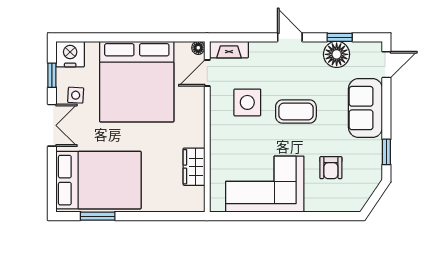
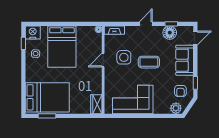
door: (290, 37) -> (146, 24), hinge flipped
door: (207, 73) -> (103, 60), moved
bed: (137, 82) -> (62, 47), width x0.73
double door: (52, 125) -> (23, 69), removed
wardrobe: (194, 167) -> (96, 104), moved
armchair: (331, 168) -> (180, 91), moved
plant: (348, 201) -> (176, 108), added

